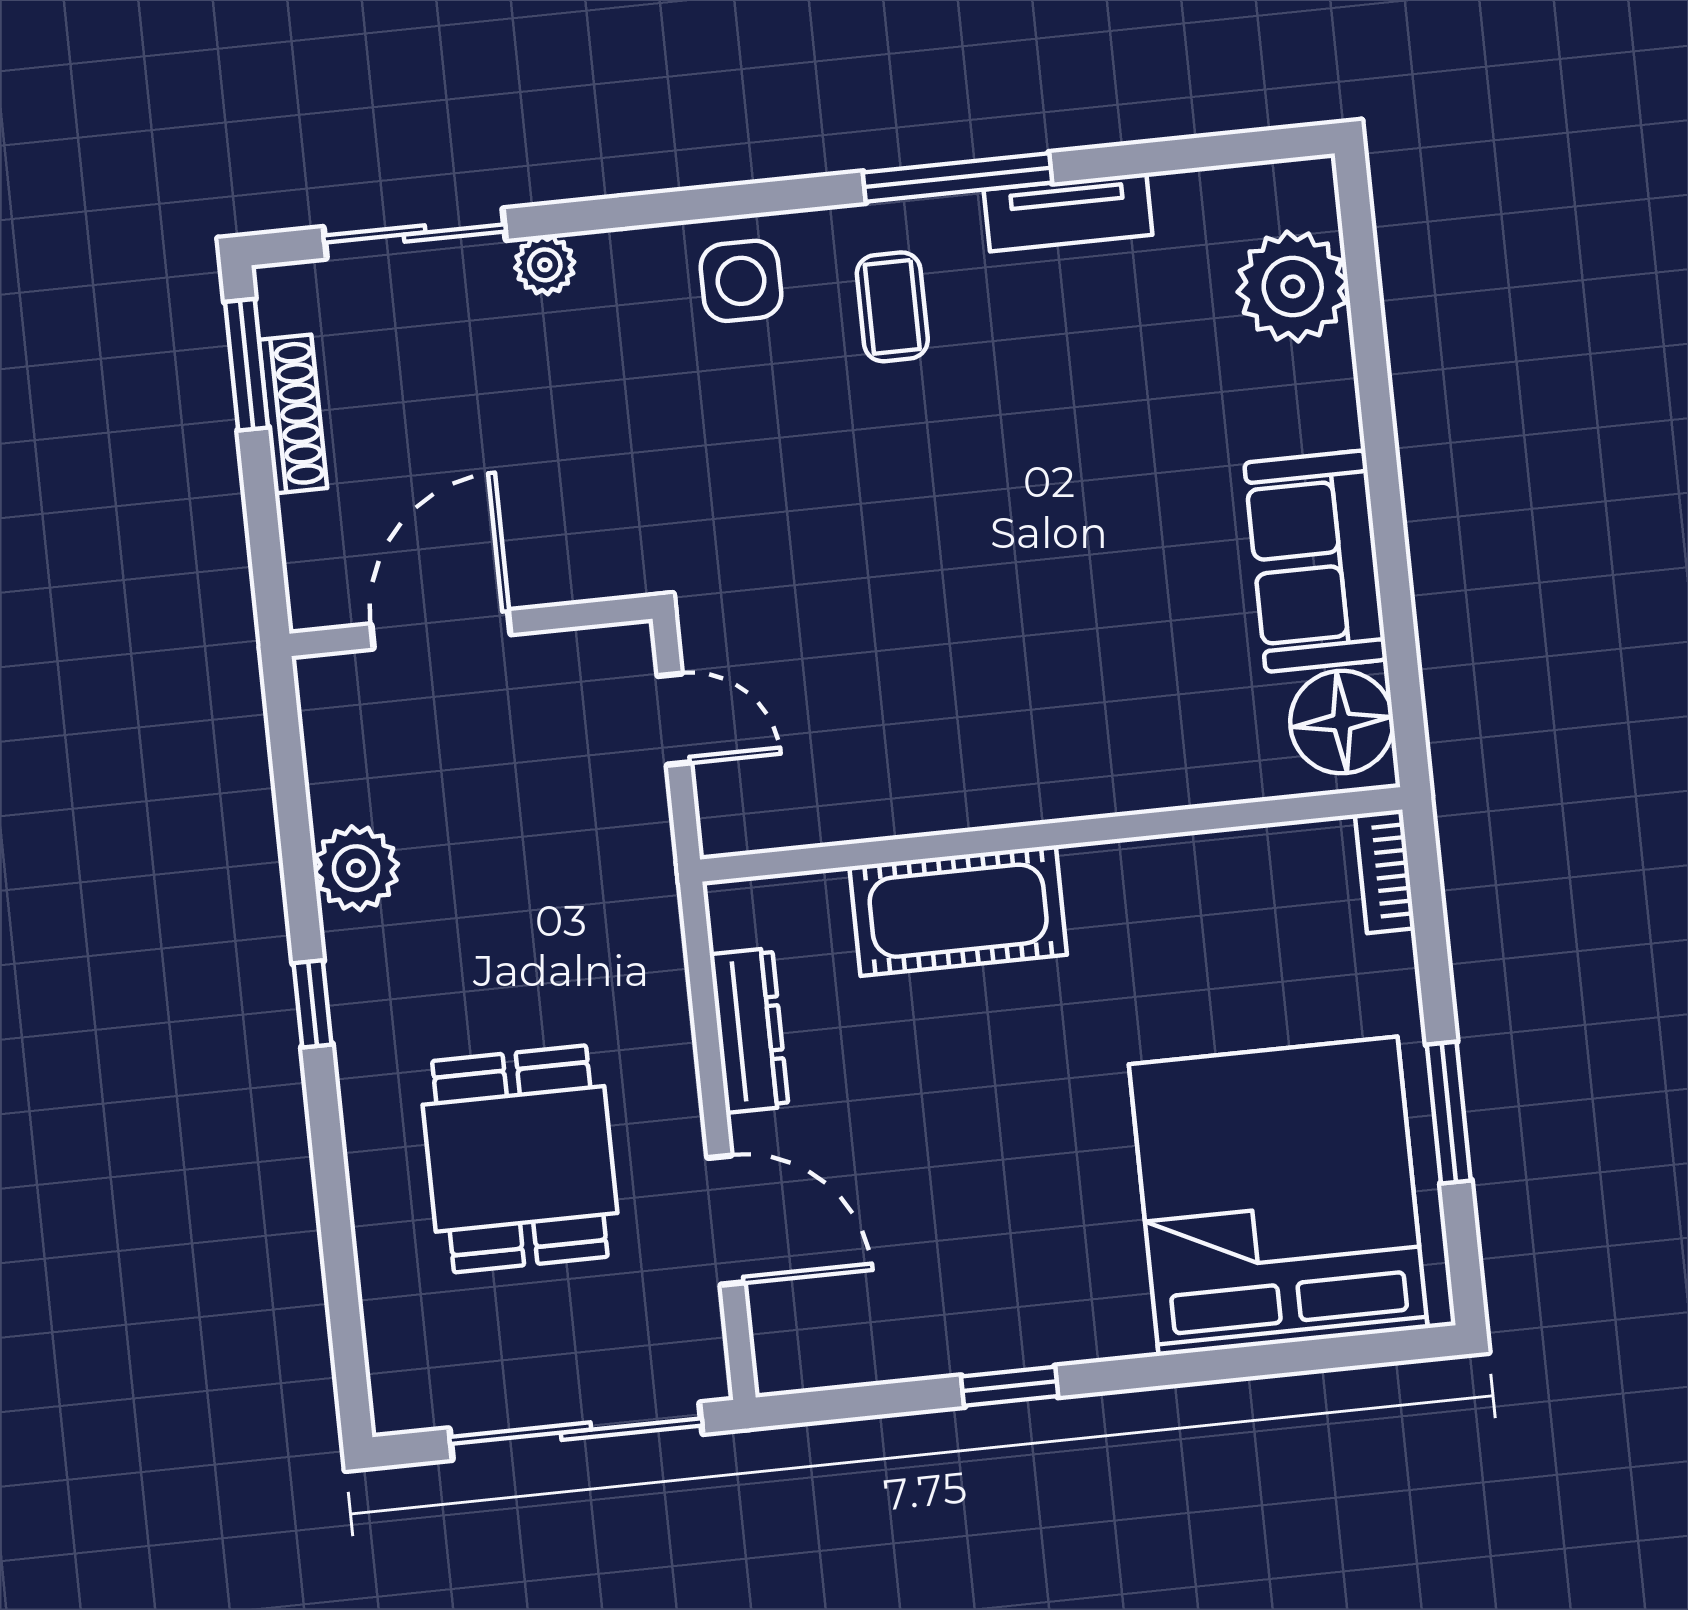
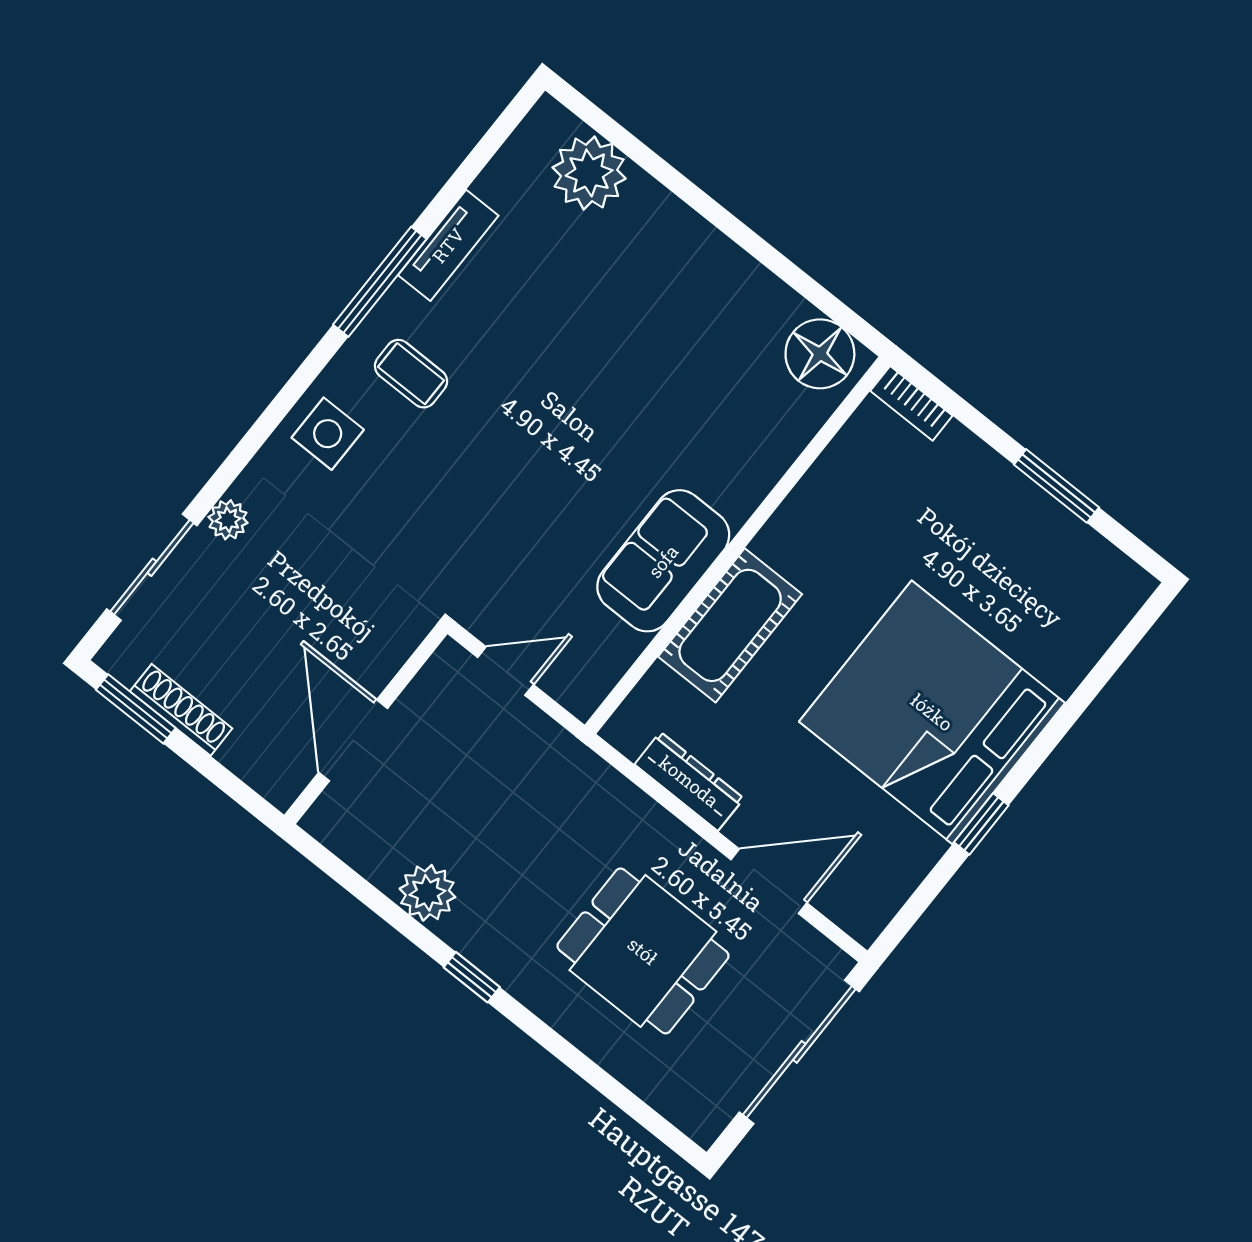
sofa: (1316, 561) -> (663, 561), moved, turned 90
bed: (1278, 1196) -> (932, 712), moved

